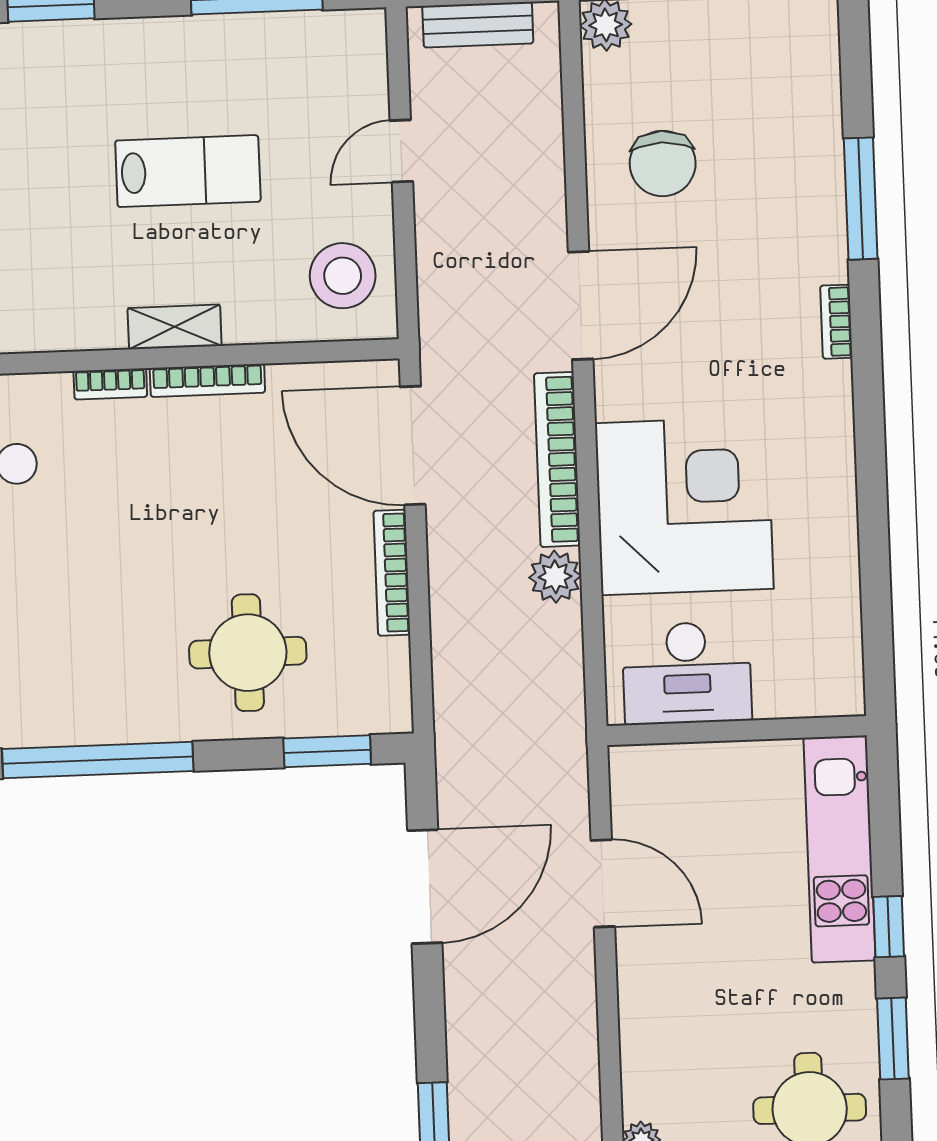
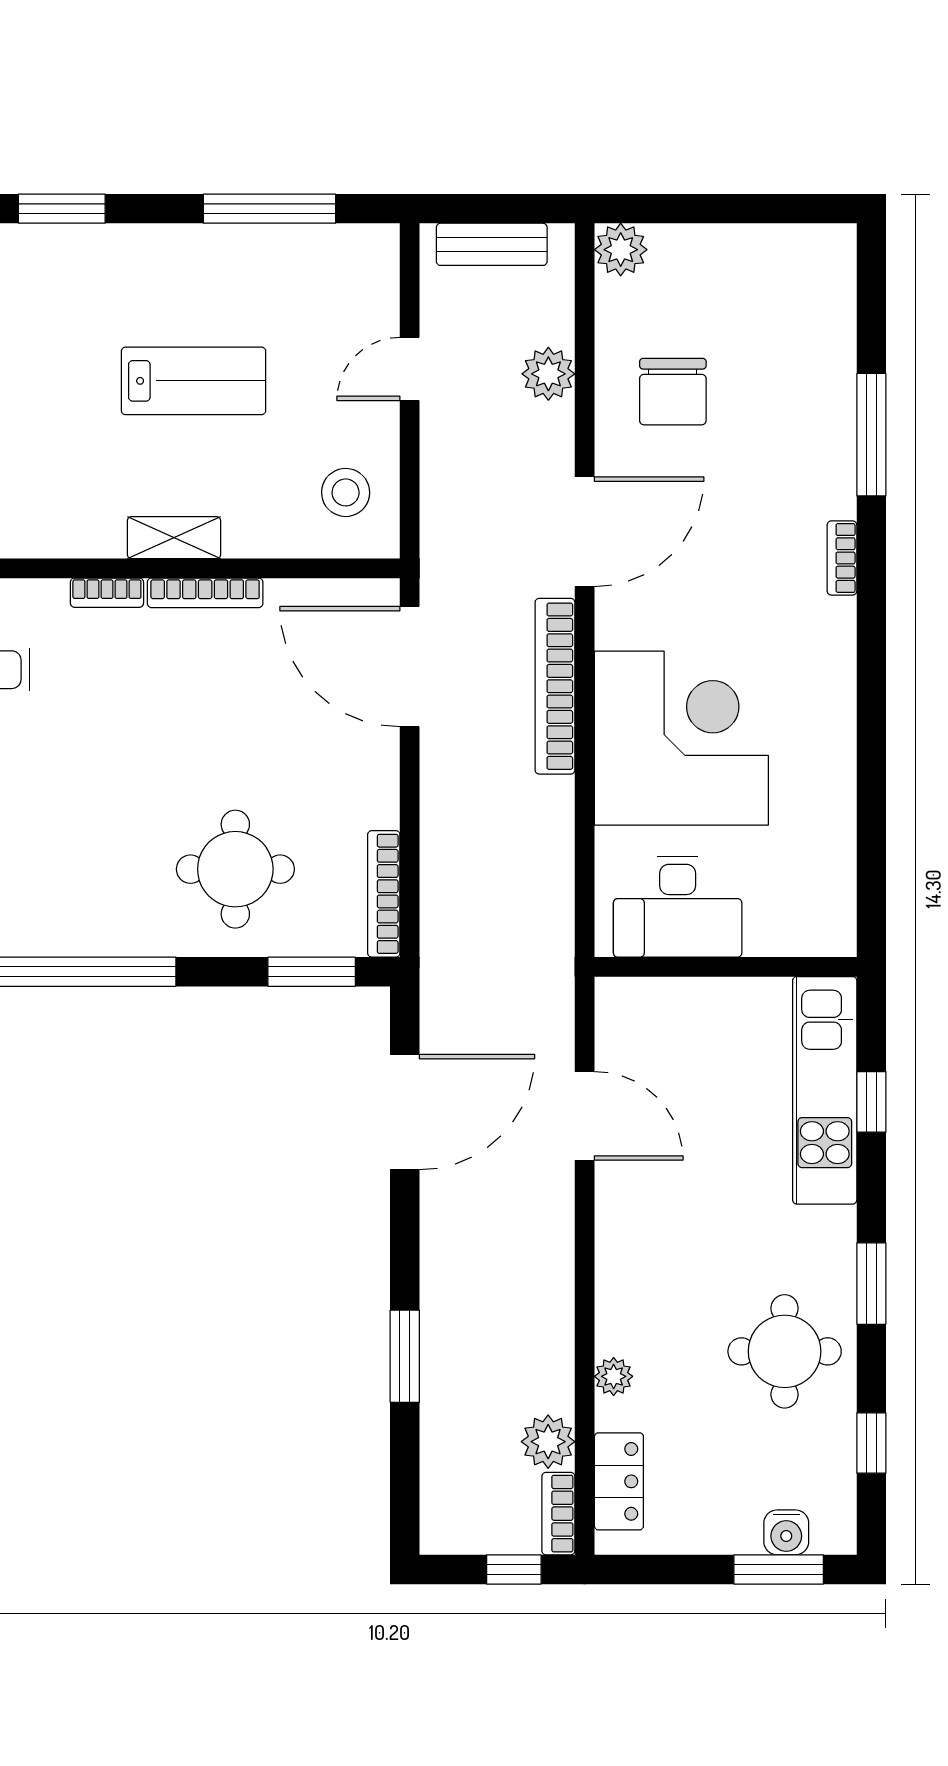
stool: (343, 276) -> (346, 492), width x0.73, depth x0.73
bookcase: (392, 573) -> (384, 894), moved
plant: (555, 577) -> (548, 374), moved
window: (889, 927) -> (871, 1102), moved

